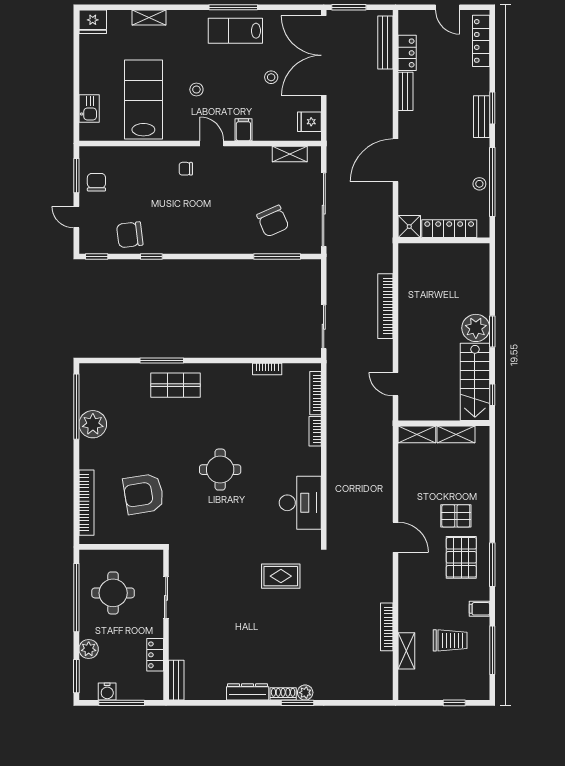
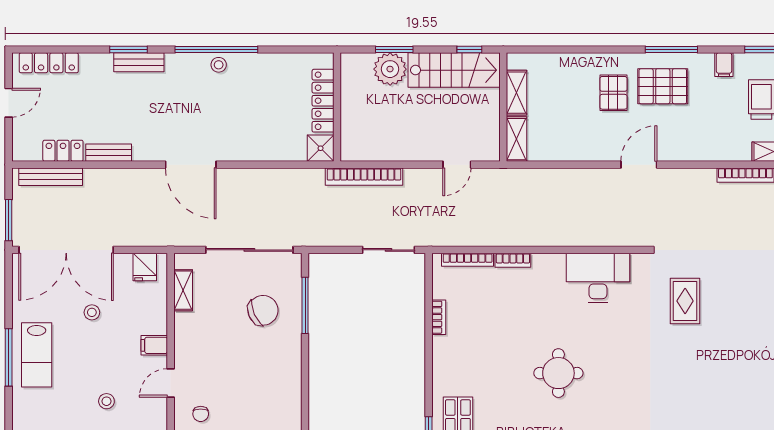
shower: (409, 227) -> (321, 148), moved
locker: (449, 229) -> (323, 101), moved
wall: (444, 240) -> (337, 107), moved

